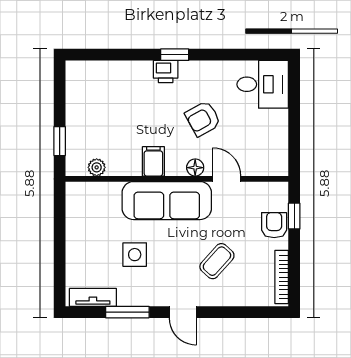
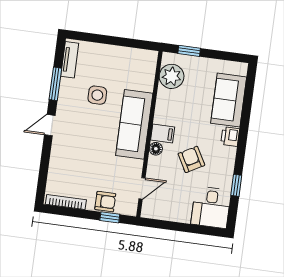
window: (175, 55) -> (236, 185), moved
sofa: (118, 80) -> (229, 100), added
filing cabinet: (153, 161) -> (163, 134), moved
plant: (97, 167) -> (172, 76), width x1.88, depth x1.88
door: (227, 179) -> (142, 188), moved
coffee table: (217, 261) -> (84, 156), removed

